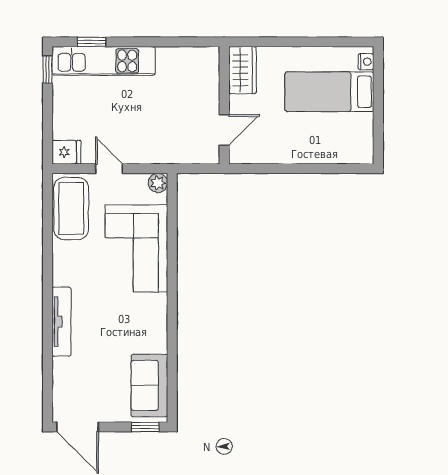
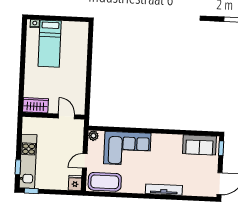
wardrobe: (243, 70) -> (35, 105), moved
wall: (224, 105) -> (53, 116), moved
door: (224, 130) -> (66, 116), moved

